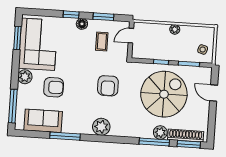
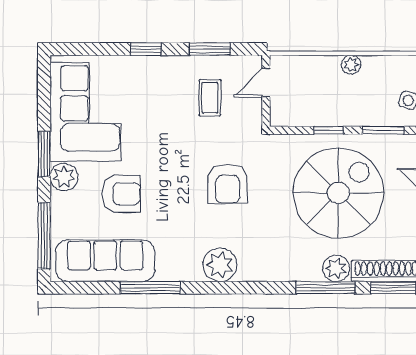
floor lamp: (82, 24) -> (169, 66), removed
window: (17, 38) -> (44, 154), moved
sofa: (43, 121) -> (105, 261), width x1.36

